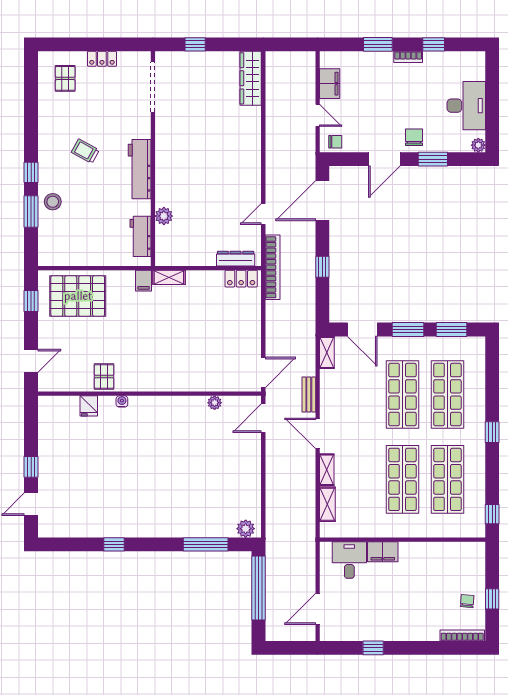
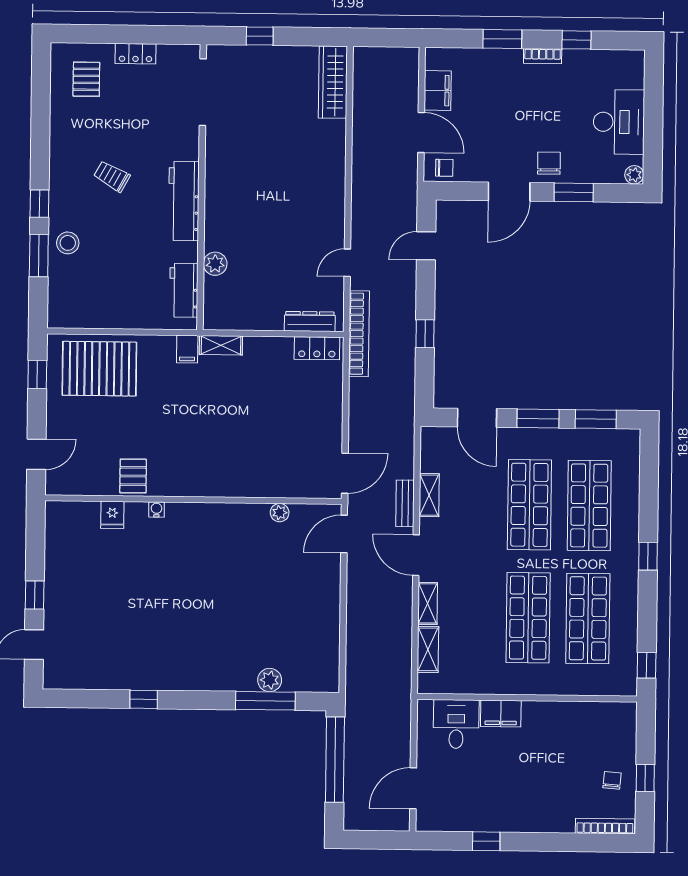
door: (318, 115) -> (421, 132), width x1.38
door: (322, 201) -> (426, 246), width x0.53
shelving: (327, 352) -> (429, 495), moved
plant: (246, 529) -> (270, 680), moved

